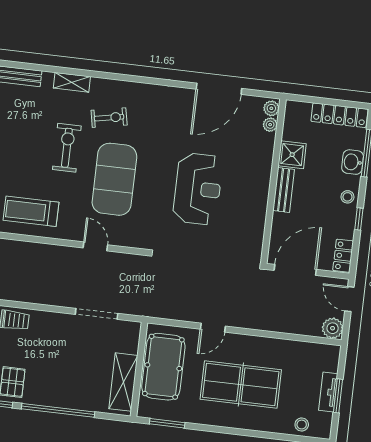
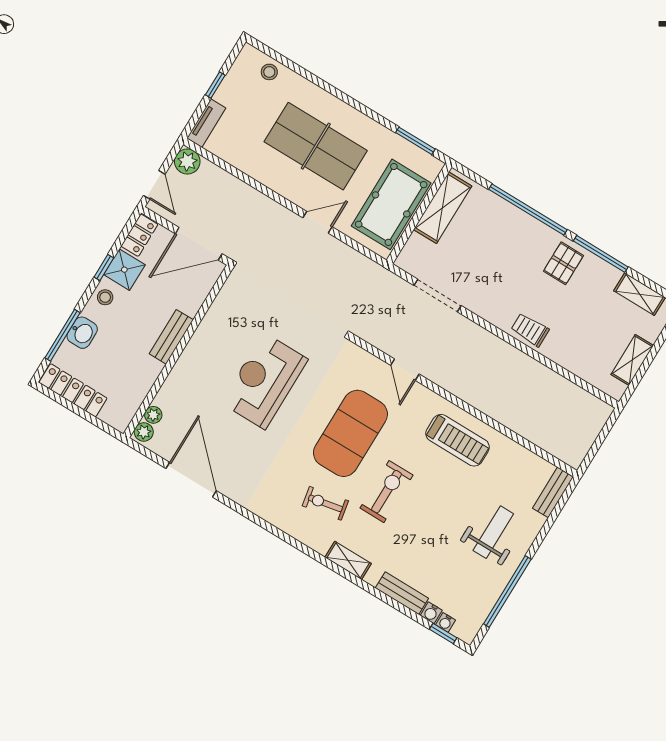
door: (219, 89) -> (191, 480), hinge flipped
exercise bike: (67, 148) -> (387, 492), turned 180
shower: (292, 155) -> (124, 270), moved
tv unit: (328, 392) -> (206, 123), moved
window: (338, 396) -> (215, 85), width x0.67

